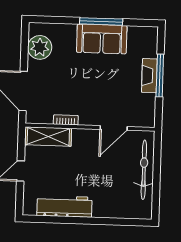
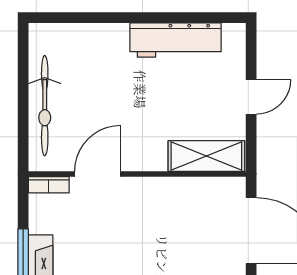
bookcase: (66, 120) -> (49, 185), moved

